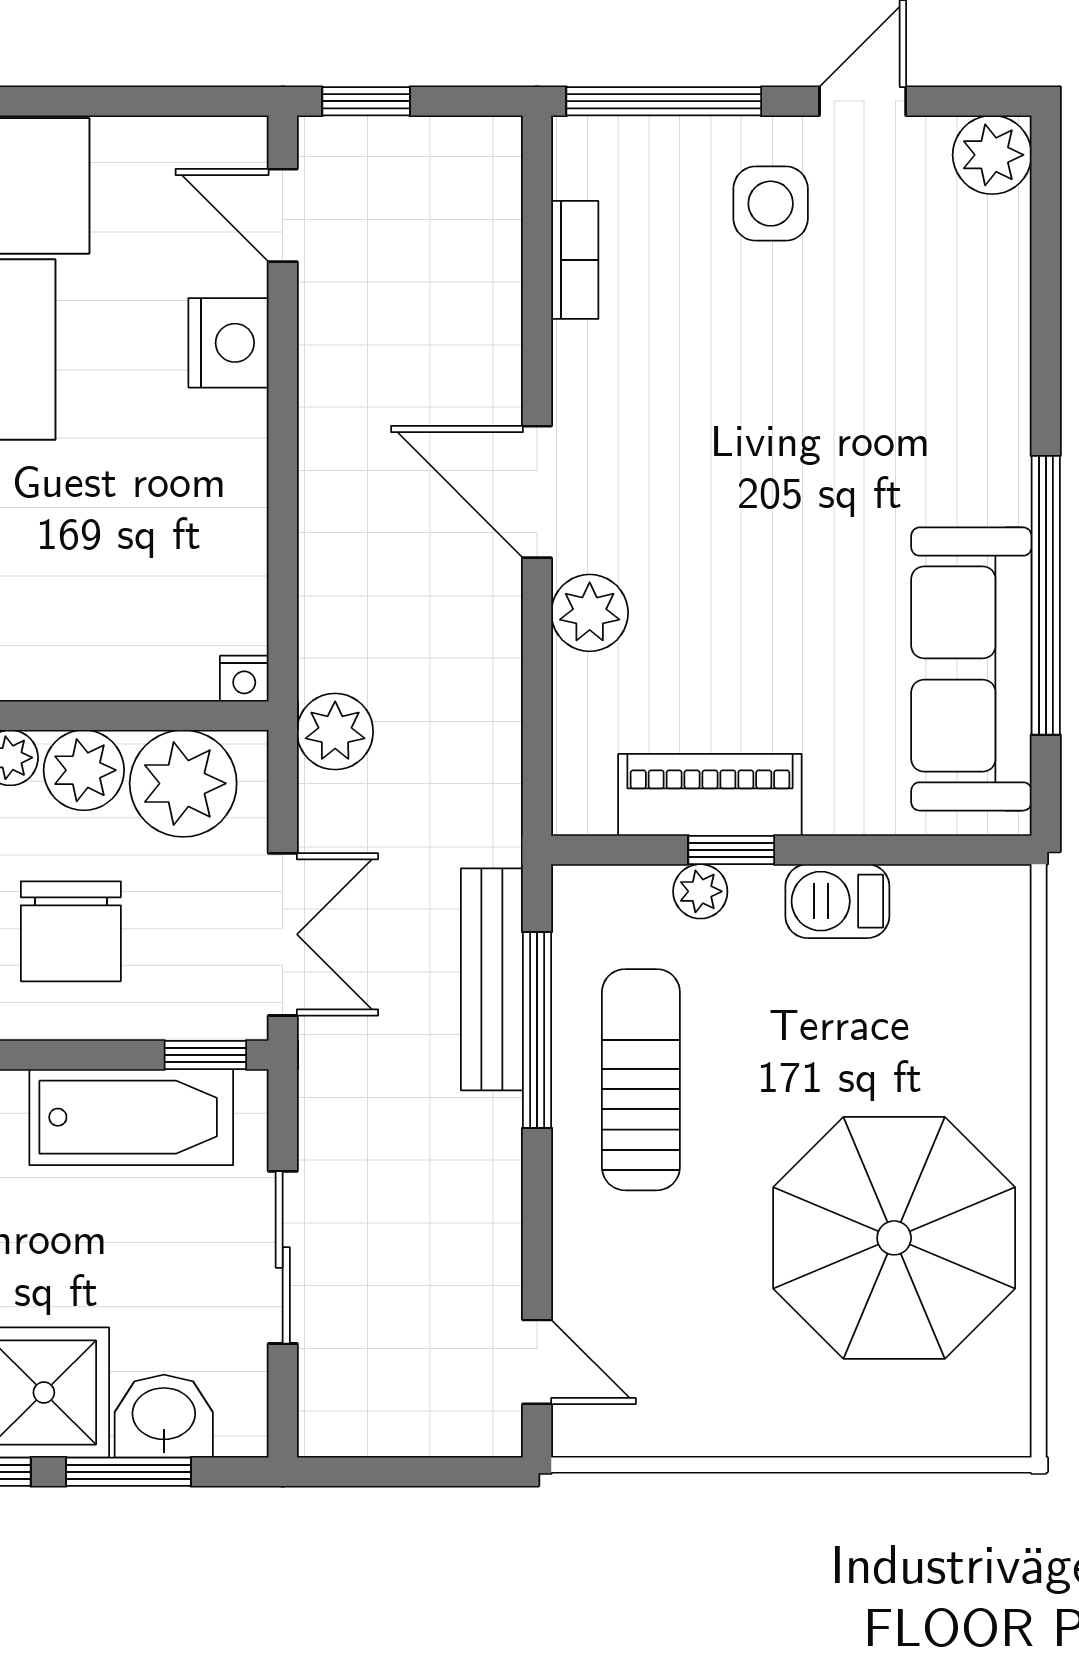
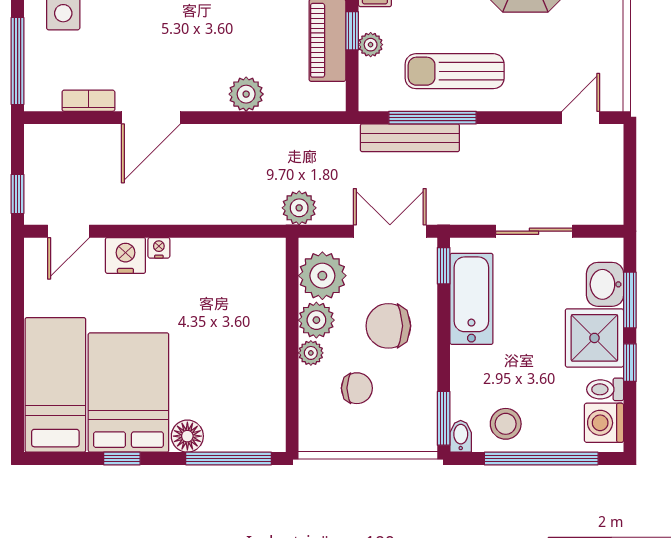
door: (537, 492) -> (151, 118), moved
nightstand: (244, 679) -> (159, 248), moved, turned -90
chair: (71, 931) -> (388, 326), turned 180

